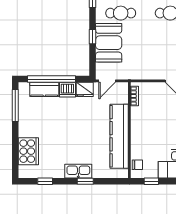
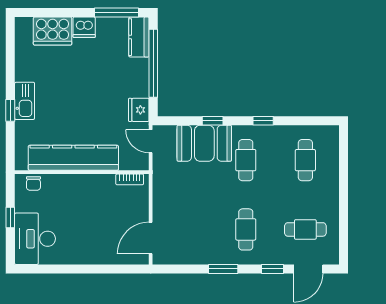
kitchen counter: (44, 89) -> (139, 37), moved
dishwasher: (67, 90) -> (84, 27), moved, turned -90
window: (45, 181) -> (10, 54), removed
window: (151, 181) -> (10, 217), moved

